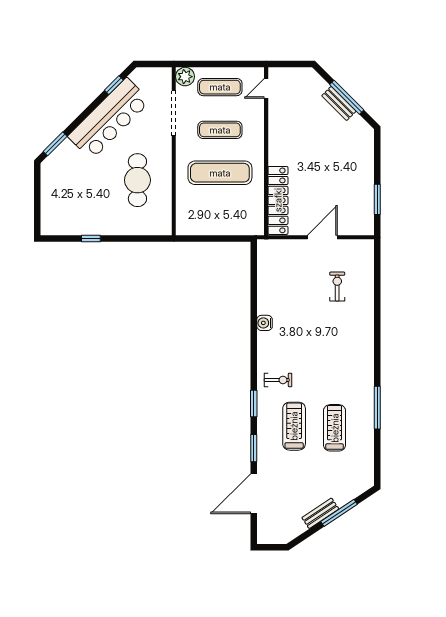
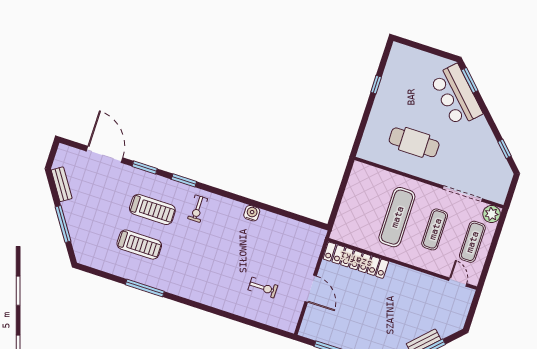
bar counter: (109, 119) -> (456, 95), moved, width x0.73
bench: (320, 513) -> (62, 184), moved

